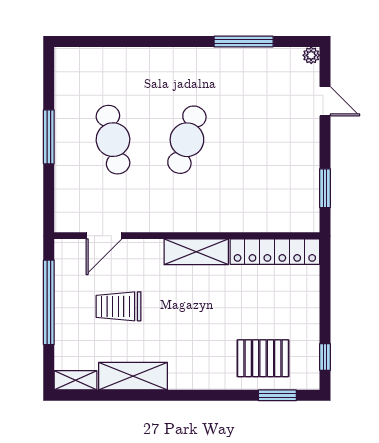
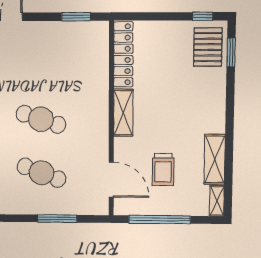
window: (49, 137) -> (57, 219), moved
cafe table: (113, 140) -> (41, 173), turned 33
door: (104, 236) -> (111, 180), width x1.36
pallet: (263, 358) -> (208, 47), moved

